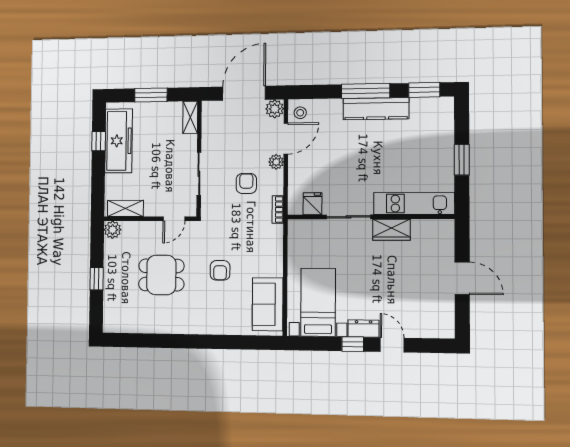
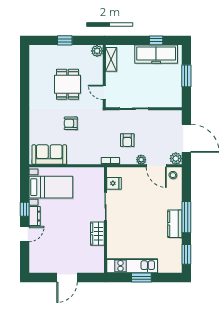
kitchen counter: (376, 109) -> (175, 224), width x0.67
shelving: (190, 117) -> (171, 103), removed
armchair: (246, 183) -> (127, 140), turned 90
kitchen unit: (414, 203) -> (132, 266), moved, turned -90

